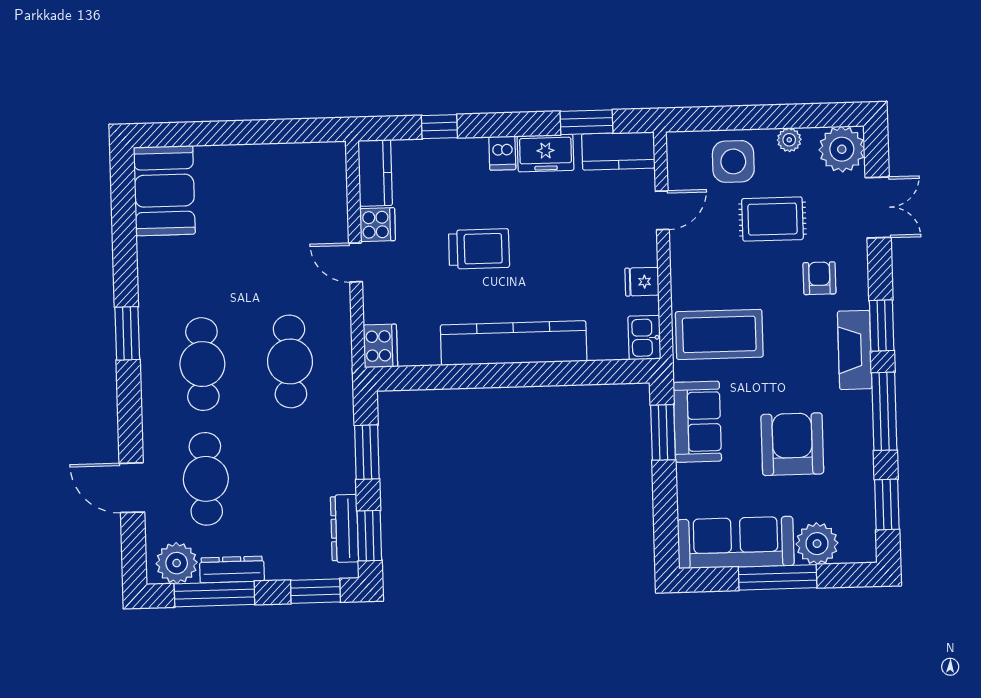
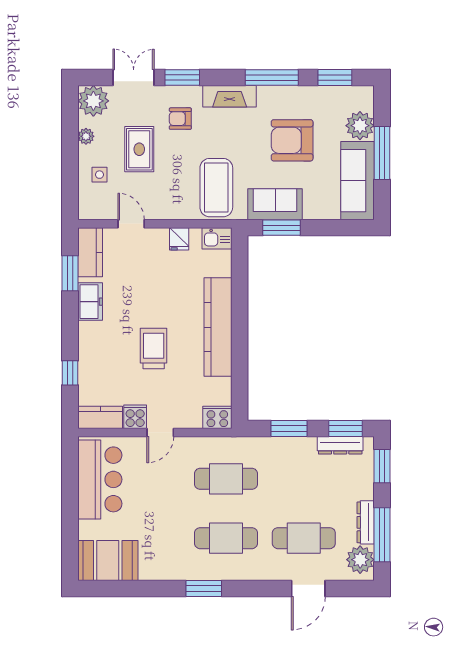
dishwasher: (502, 153) -> (89, 331), removed
side table: (733, 161) -> (99, 175), width x0.54, depth x0.54
bar counter: (284, 175) -> (100, 479), added
window: (882, 326) -> (182, 77), moved

